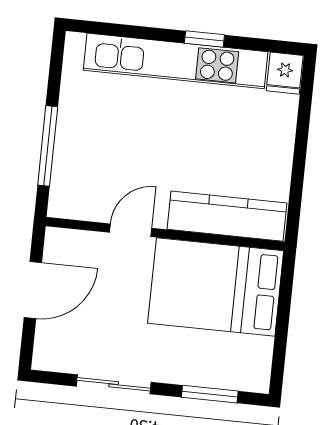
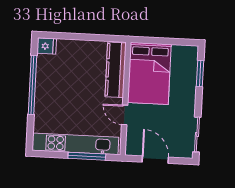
window: (204, 39) -> (33, 85), width x3.17
kitchen unit: (176, 61) -> (75, 144), moved, turned -90
sliding door: (114, 384) -> (197, 134), moved

